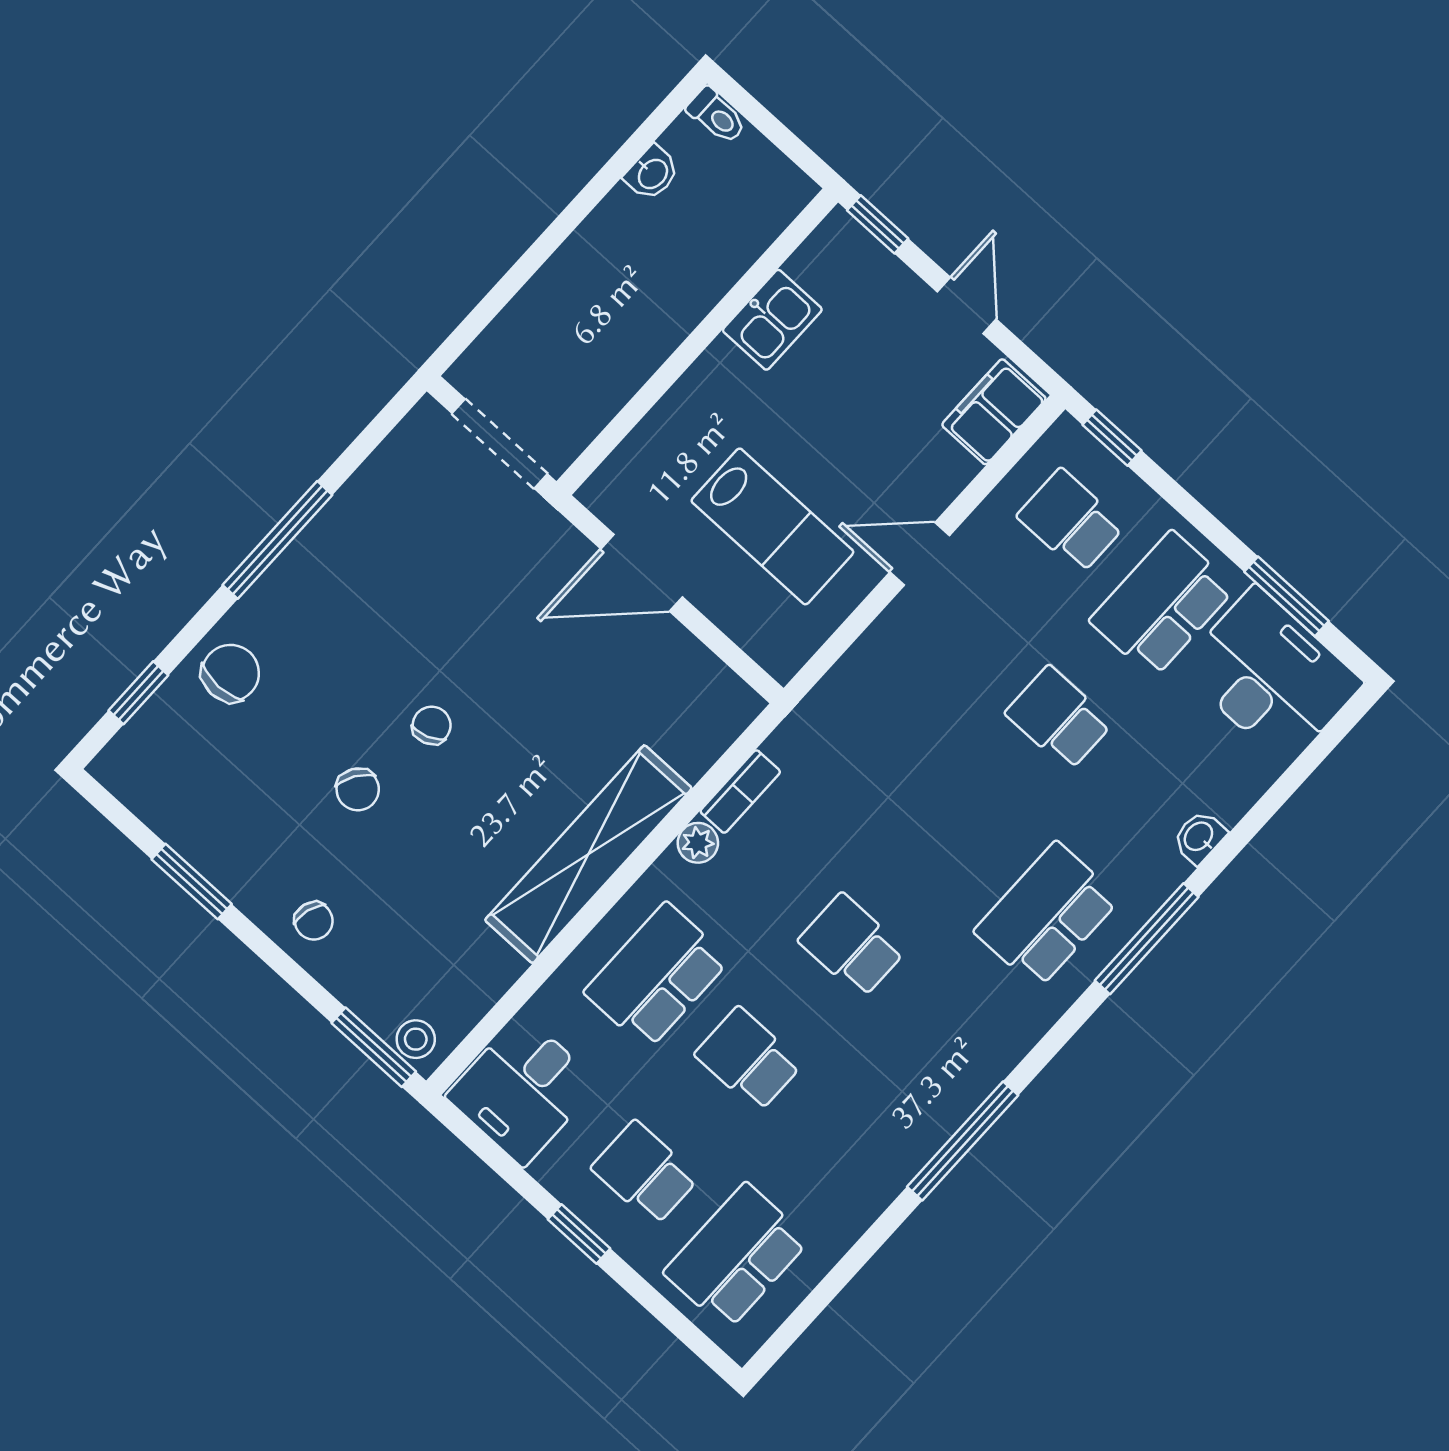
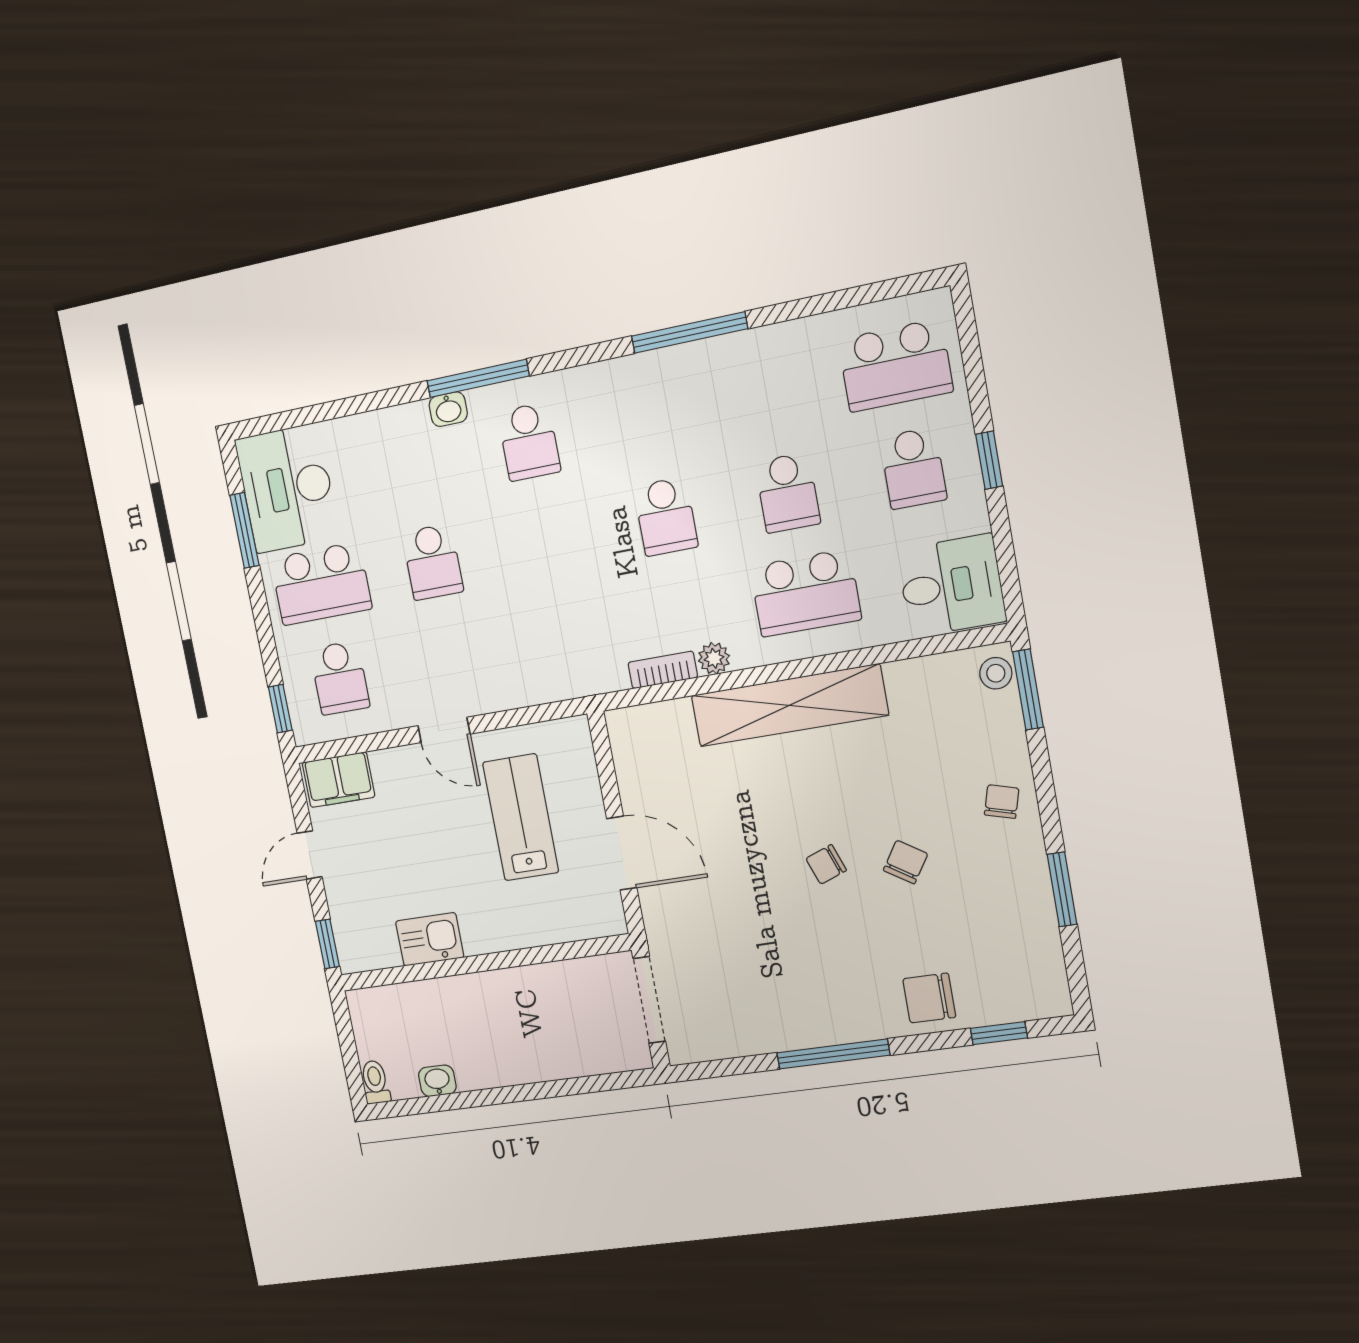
washbasin: (1199, 837) -> (448, 409), moved
school desk: (1047, 915) -> (529, 442), width x0.54

